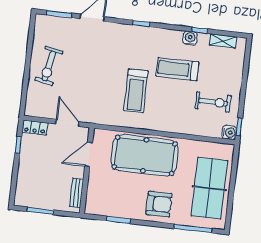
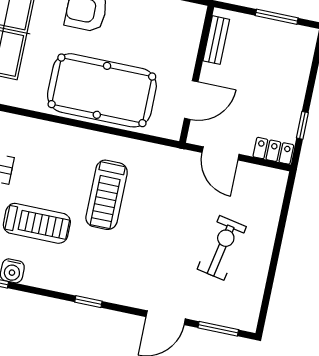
exercise bike: (49, 66) -> (222, 248), moved
treadmill: (136, 91) -> (107, 195), turned 180

